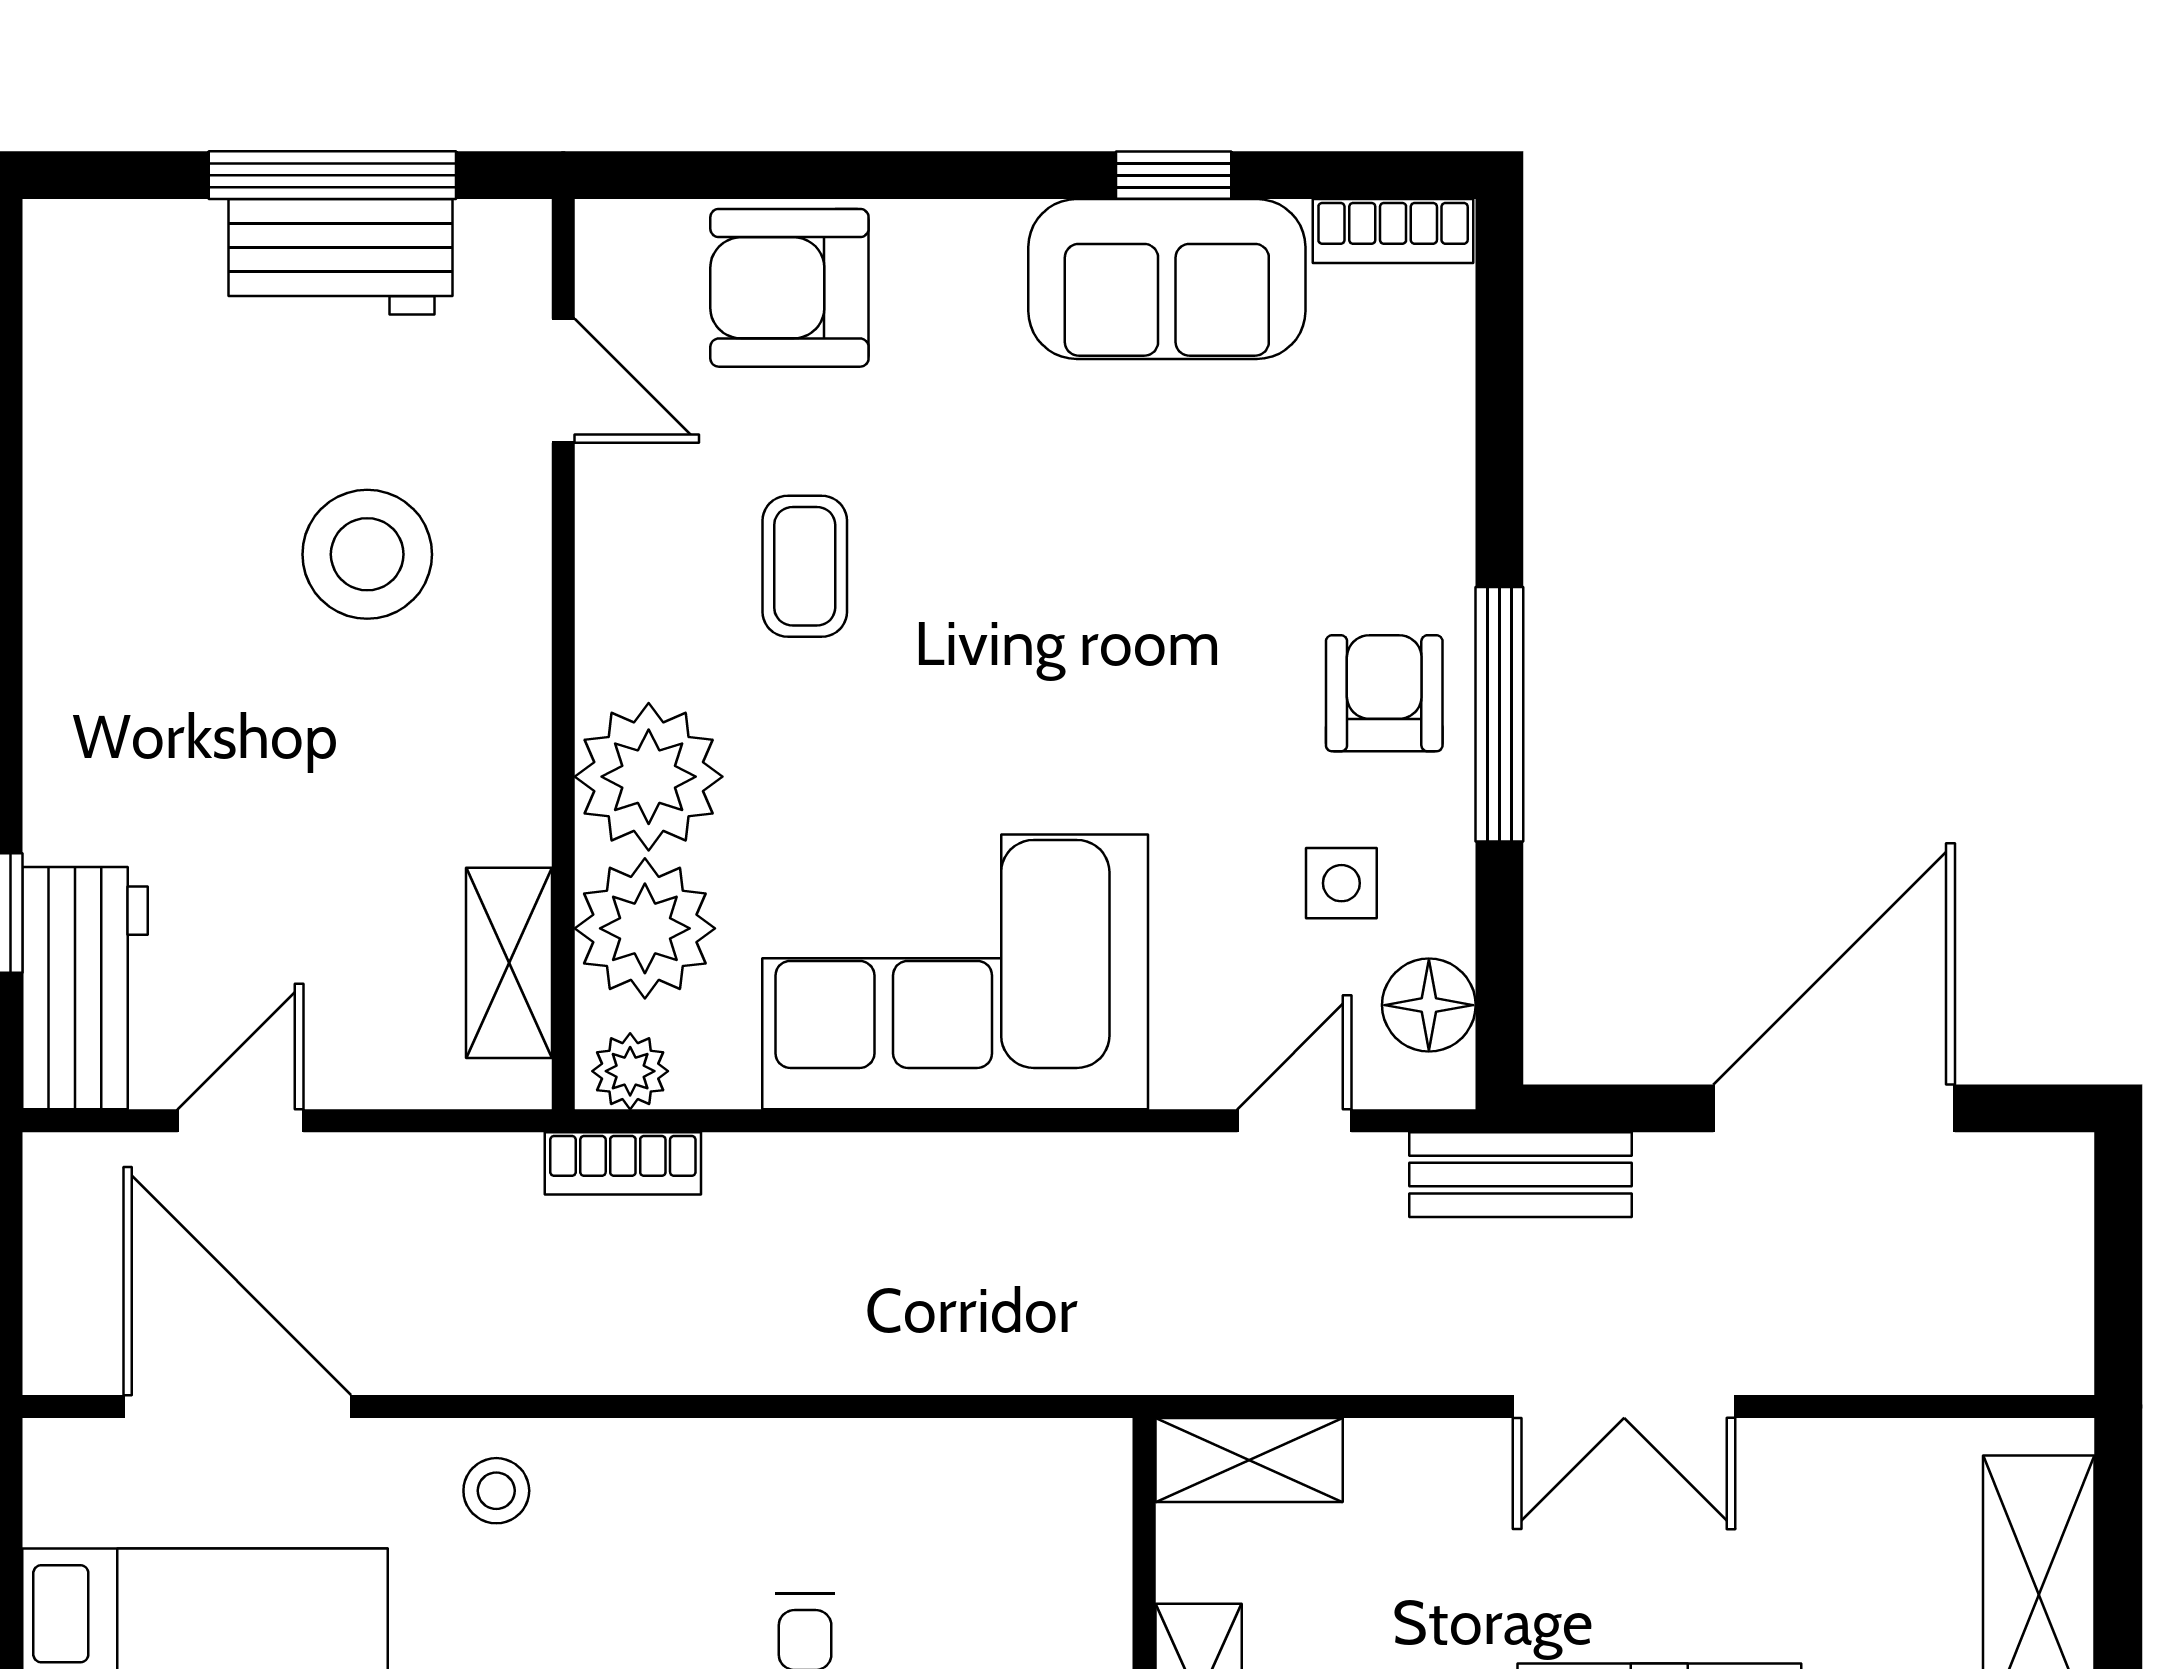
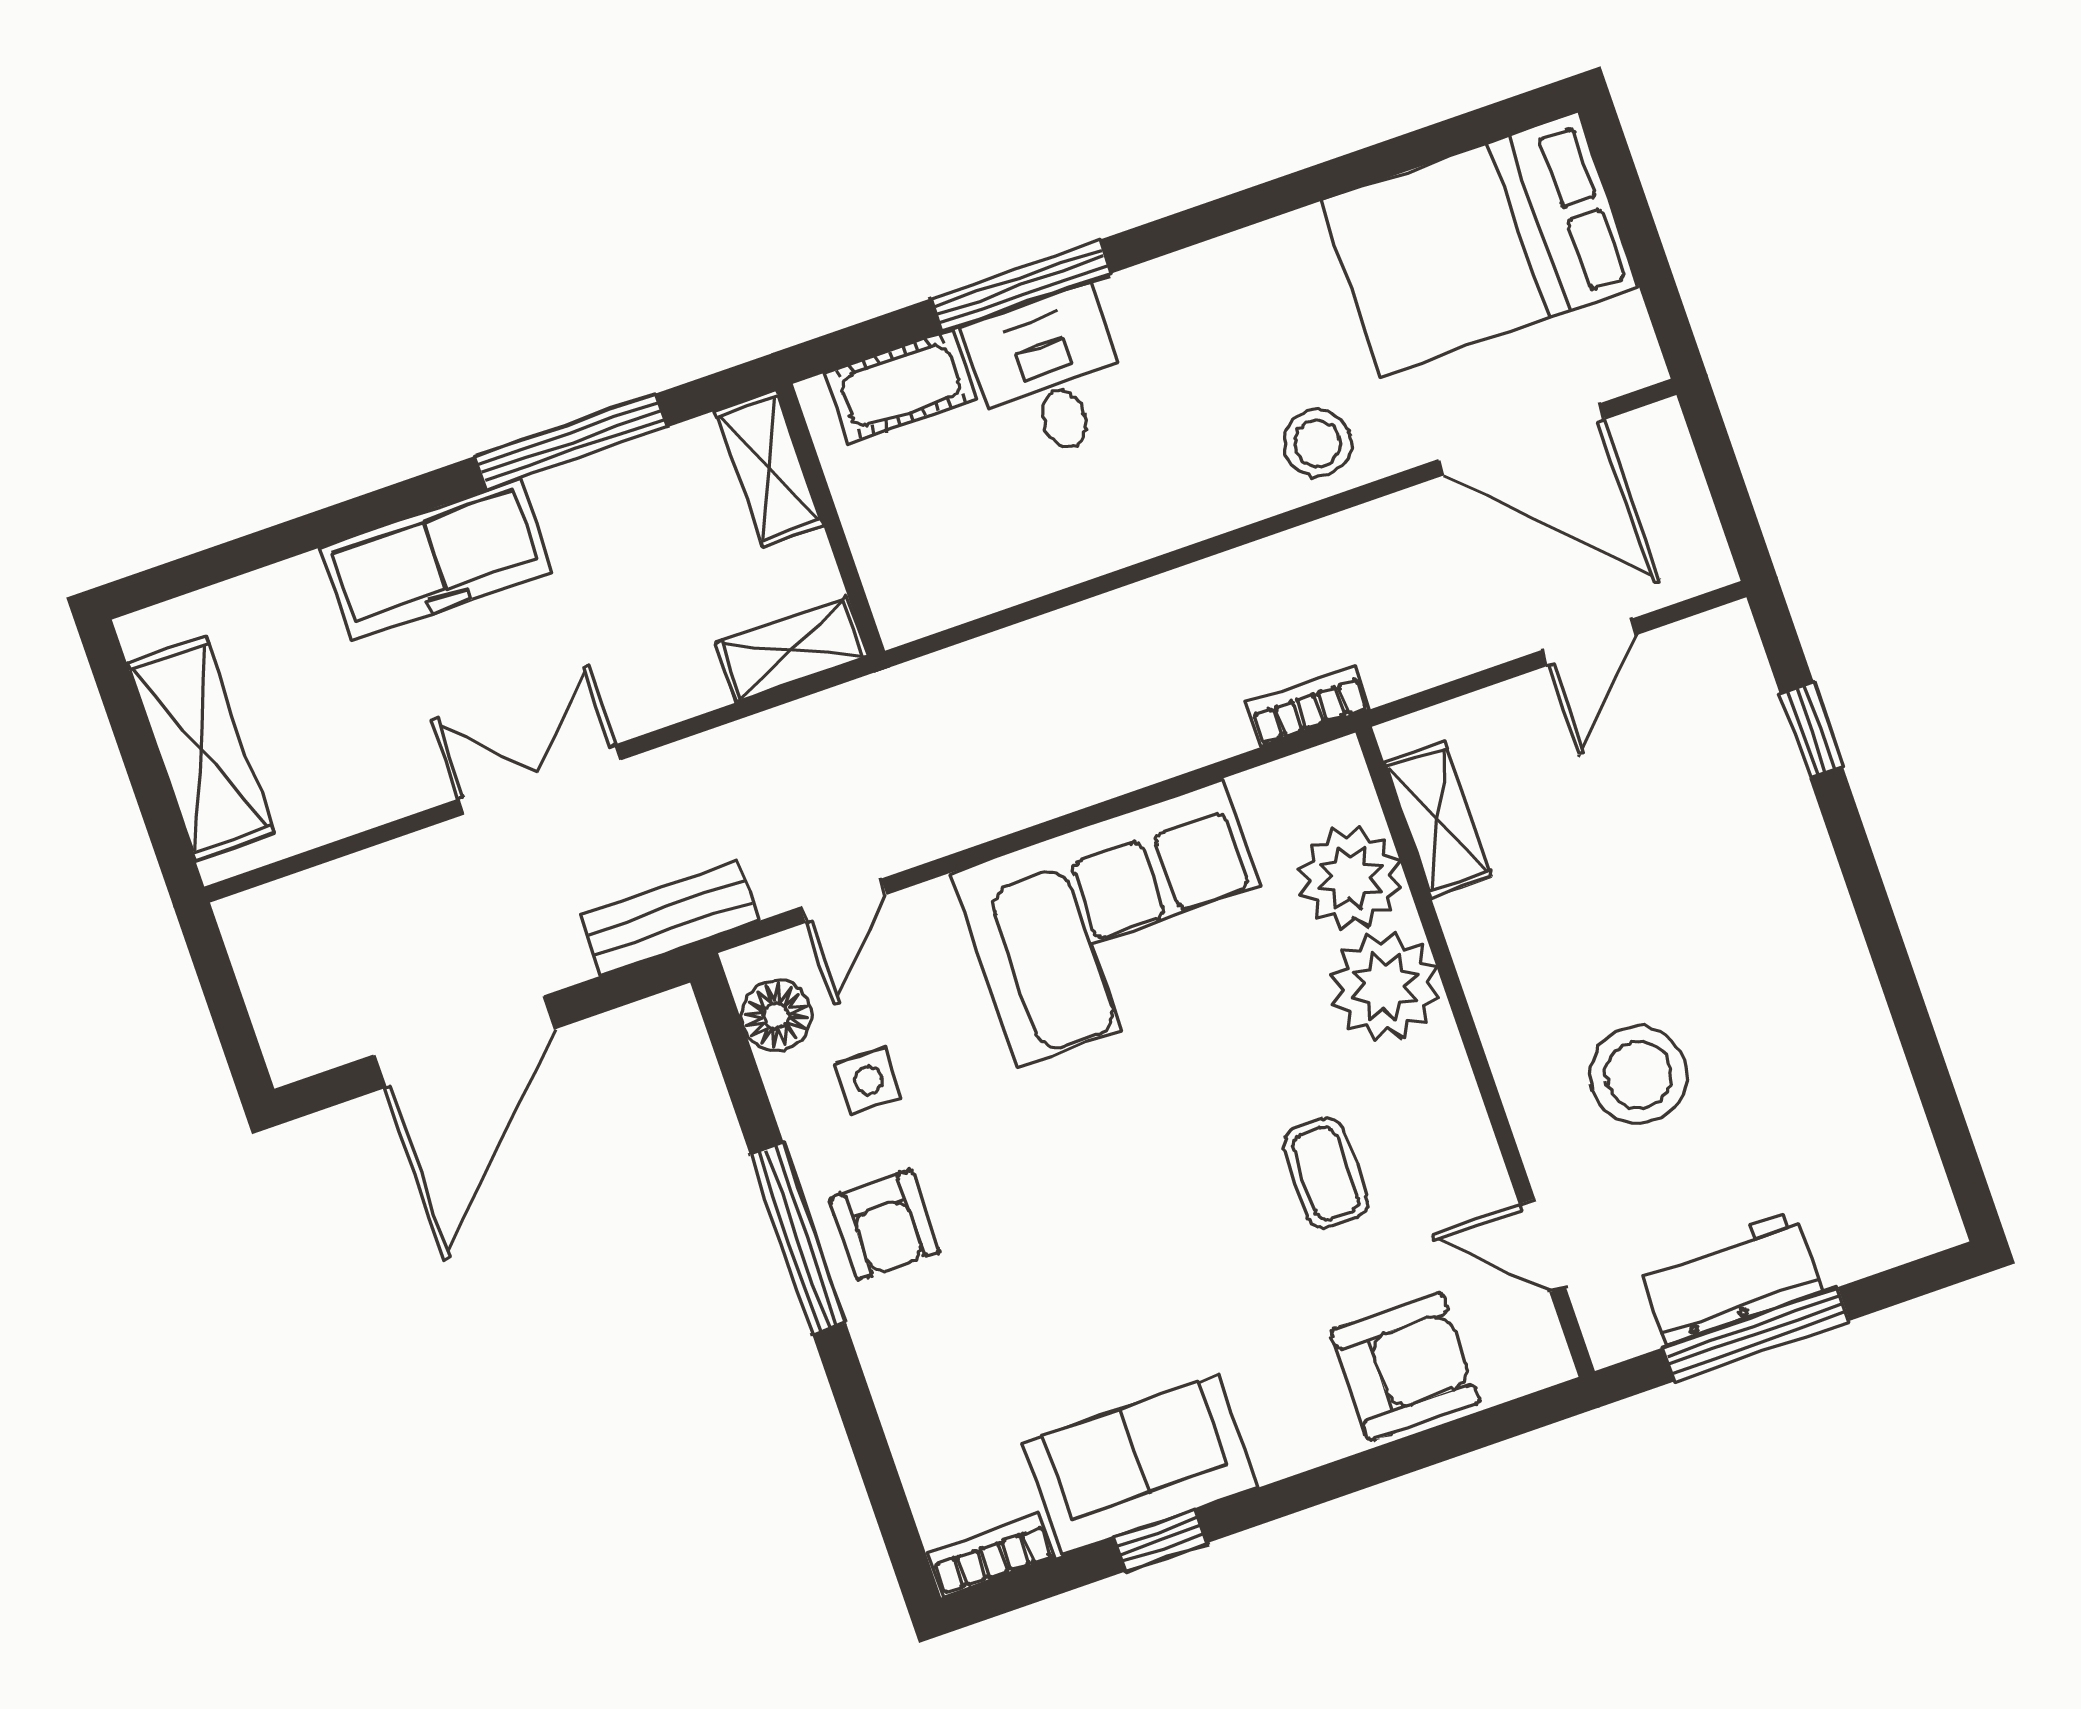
workbench: (85, 988) -> (1732, 698), removed
plant: (630, 1071) -> (1326, 773), removed
stool: (496, 1491) -> (1318, 443), width x1.37, depth x1.37

